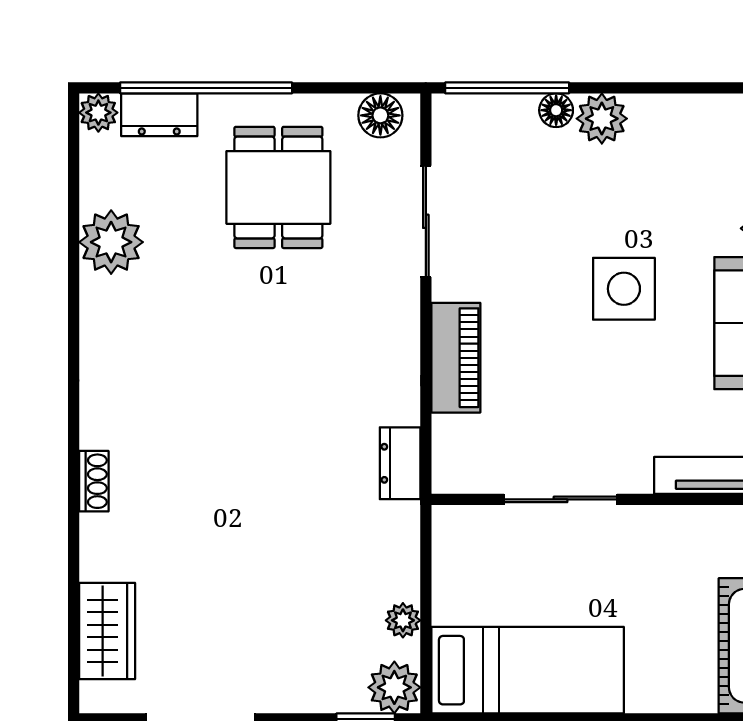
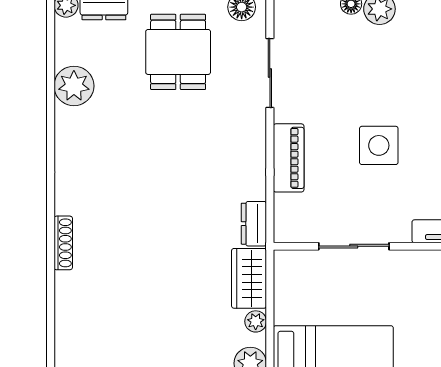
side table: (624, 289) -> (379, 145), moved
shoe rack: (94, 481) -> (63, 243), width x1.43
wardrobe: (107, 631) -> (249, 278), moved, turned 180

